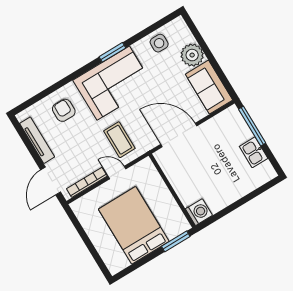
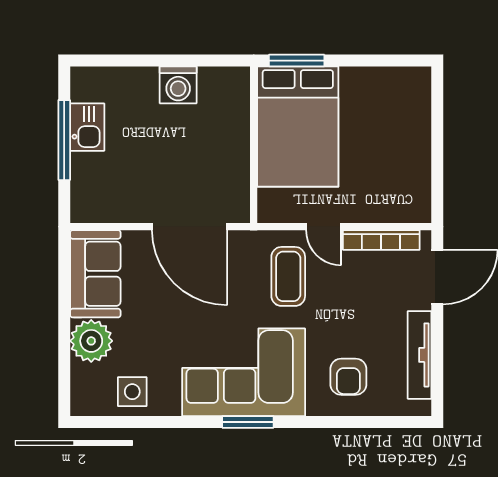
window: (112, 52) -> (248, 422), moved
window: (252, 126) -> (64, 140), moved
washing machine: (199, 212) -> (178, 85), moved, turned -90
bed: (134, 225) -> (298, 127), moved

